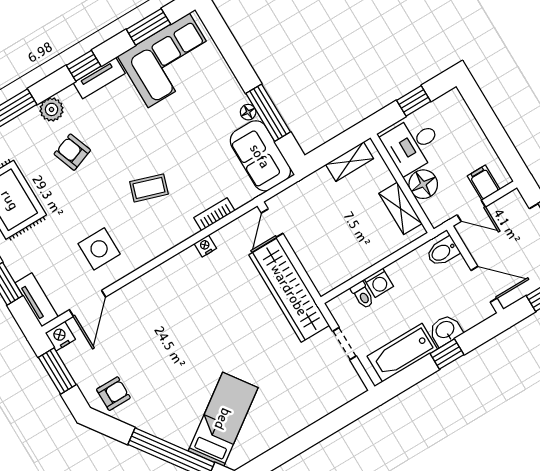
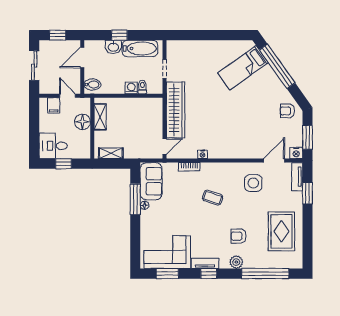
desk: (412, 145) -> (53, 146), moved, turned 180
armchair: (72, 152) -> (239, 236), turned 110
door: (484, 284) -> (82, 58), hinge flipped

